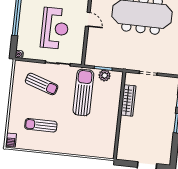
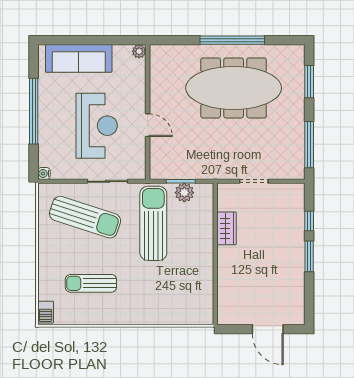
door: (88, 19) -> (148, 125), moved
sun lounger: (42, 84) -> (85, 217), width x1.36, depth x1.34
wardrobe: (128, 100) -> (227, 228), width x0.67

